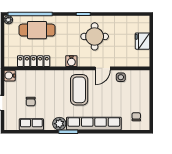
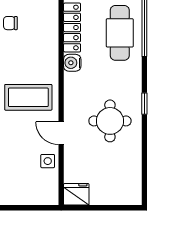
fridge: (143, 41) -> (76, 194), moved
water cooler: (71, 61) -> (72, 63), moved

